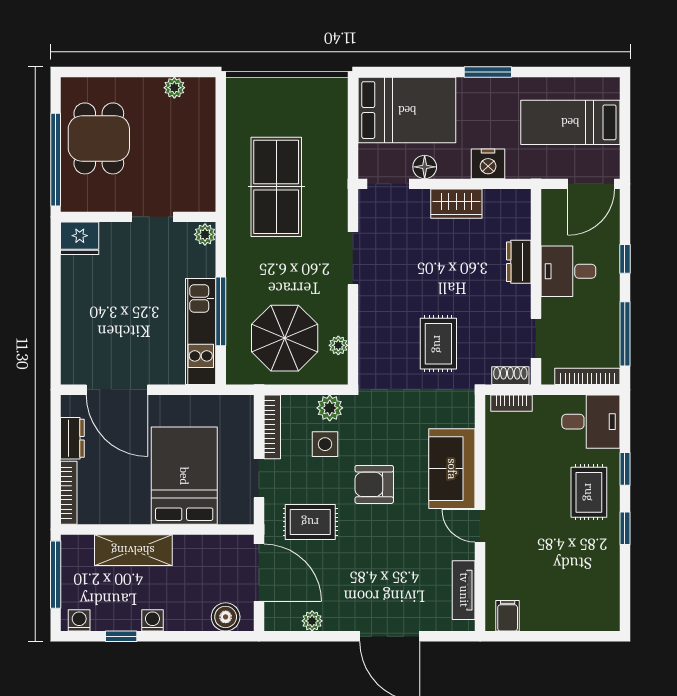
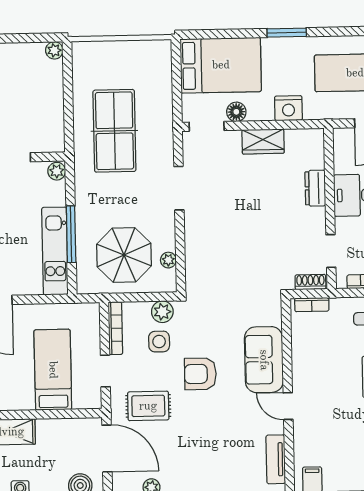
plant: (174, 88) -> (54, 50), moved
rug: (438, 344) -> (251, 257), removed
bed: (184, 476) -> (53, 370), width x0.67

